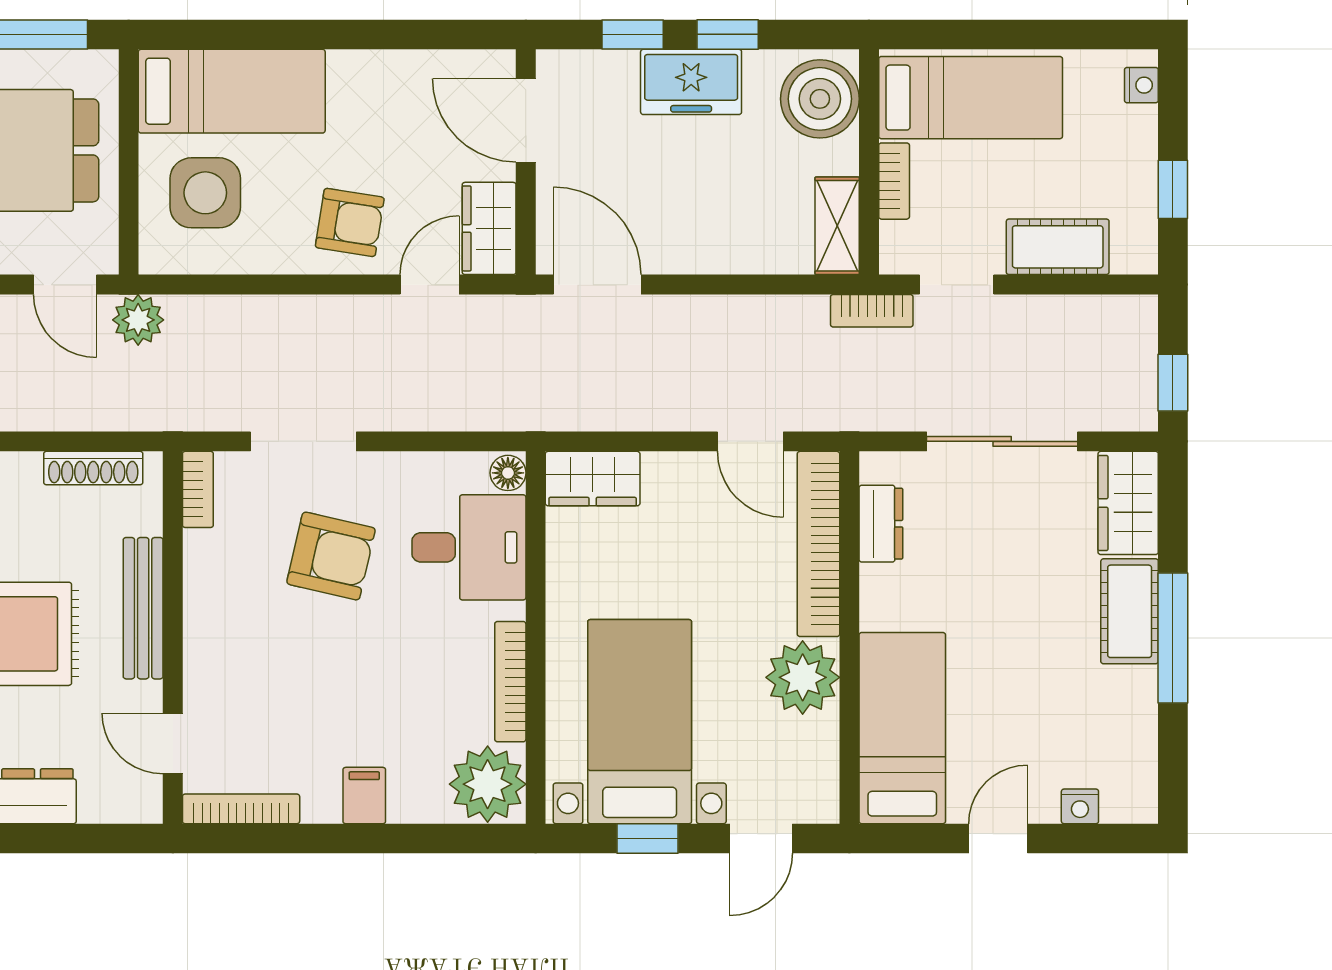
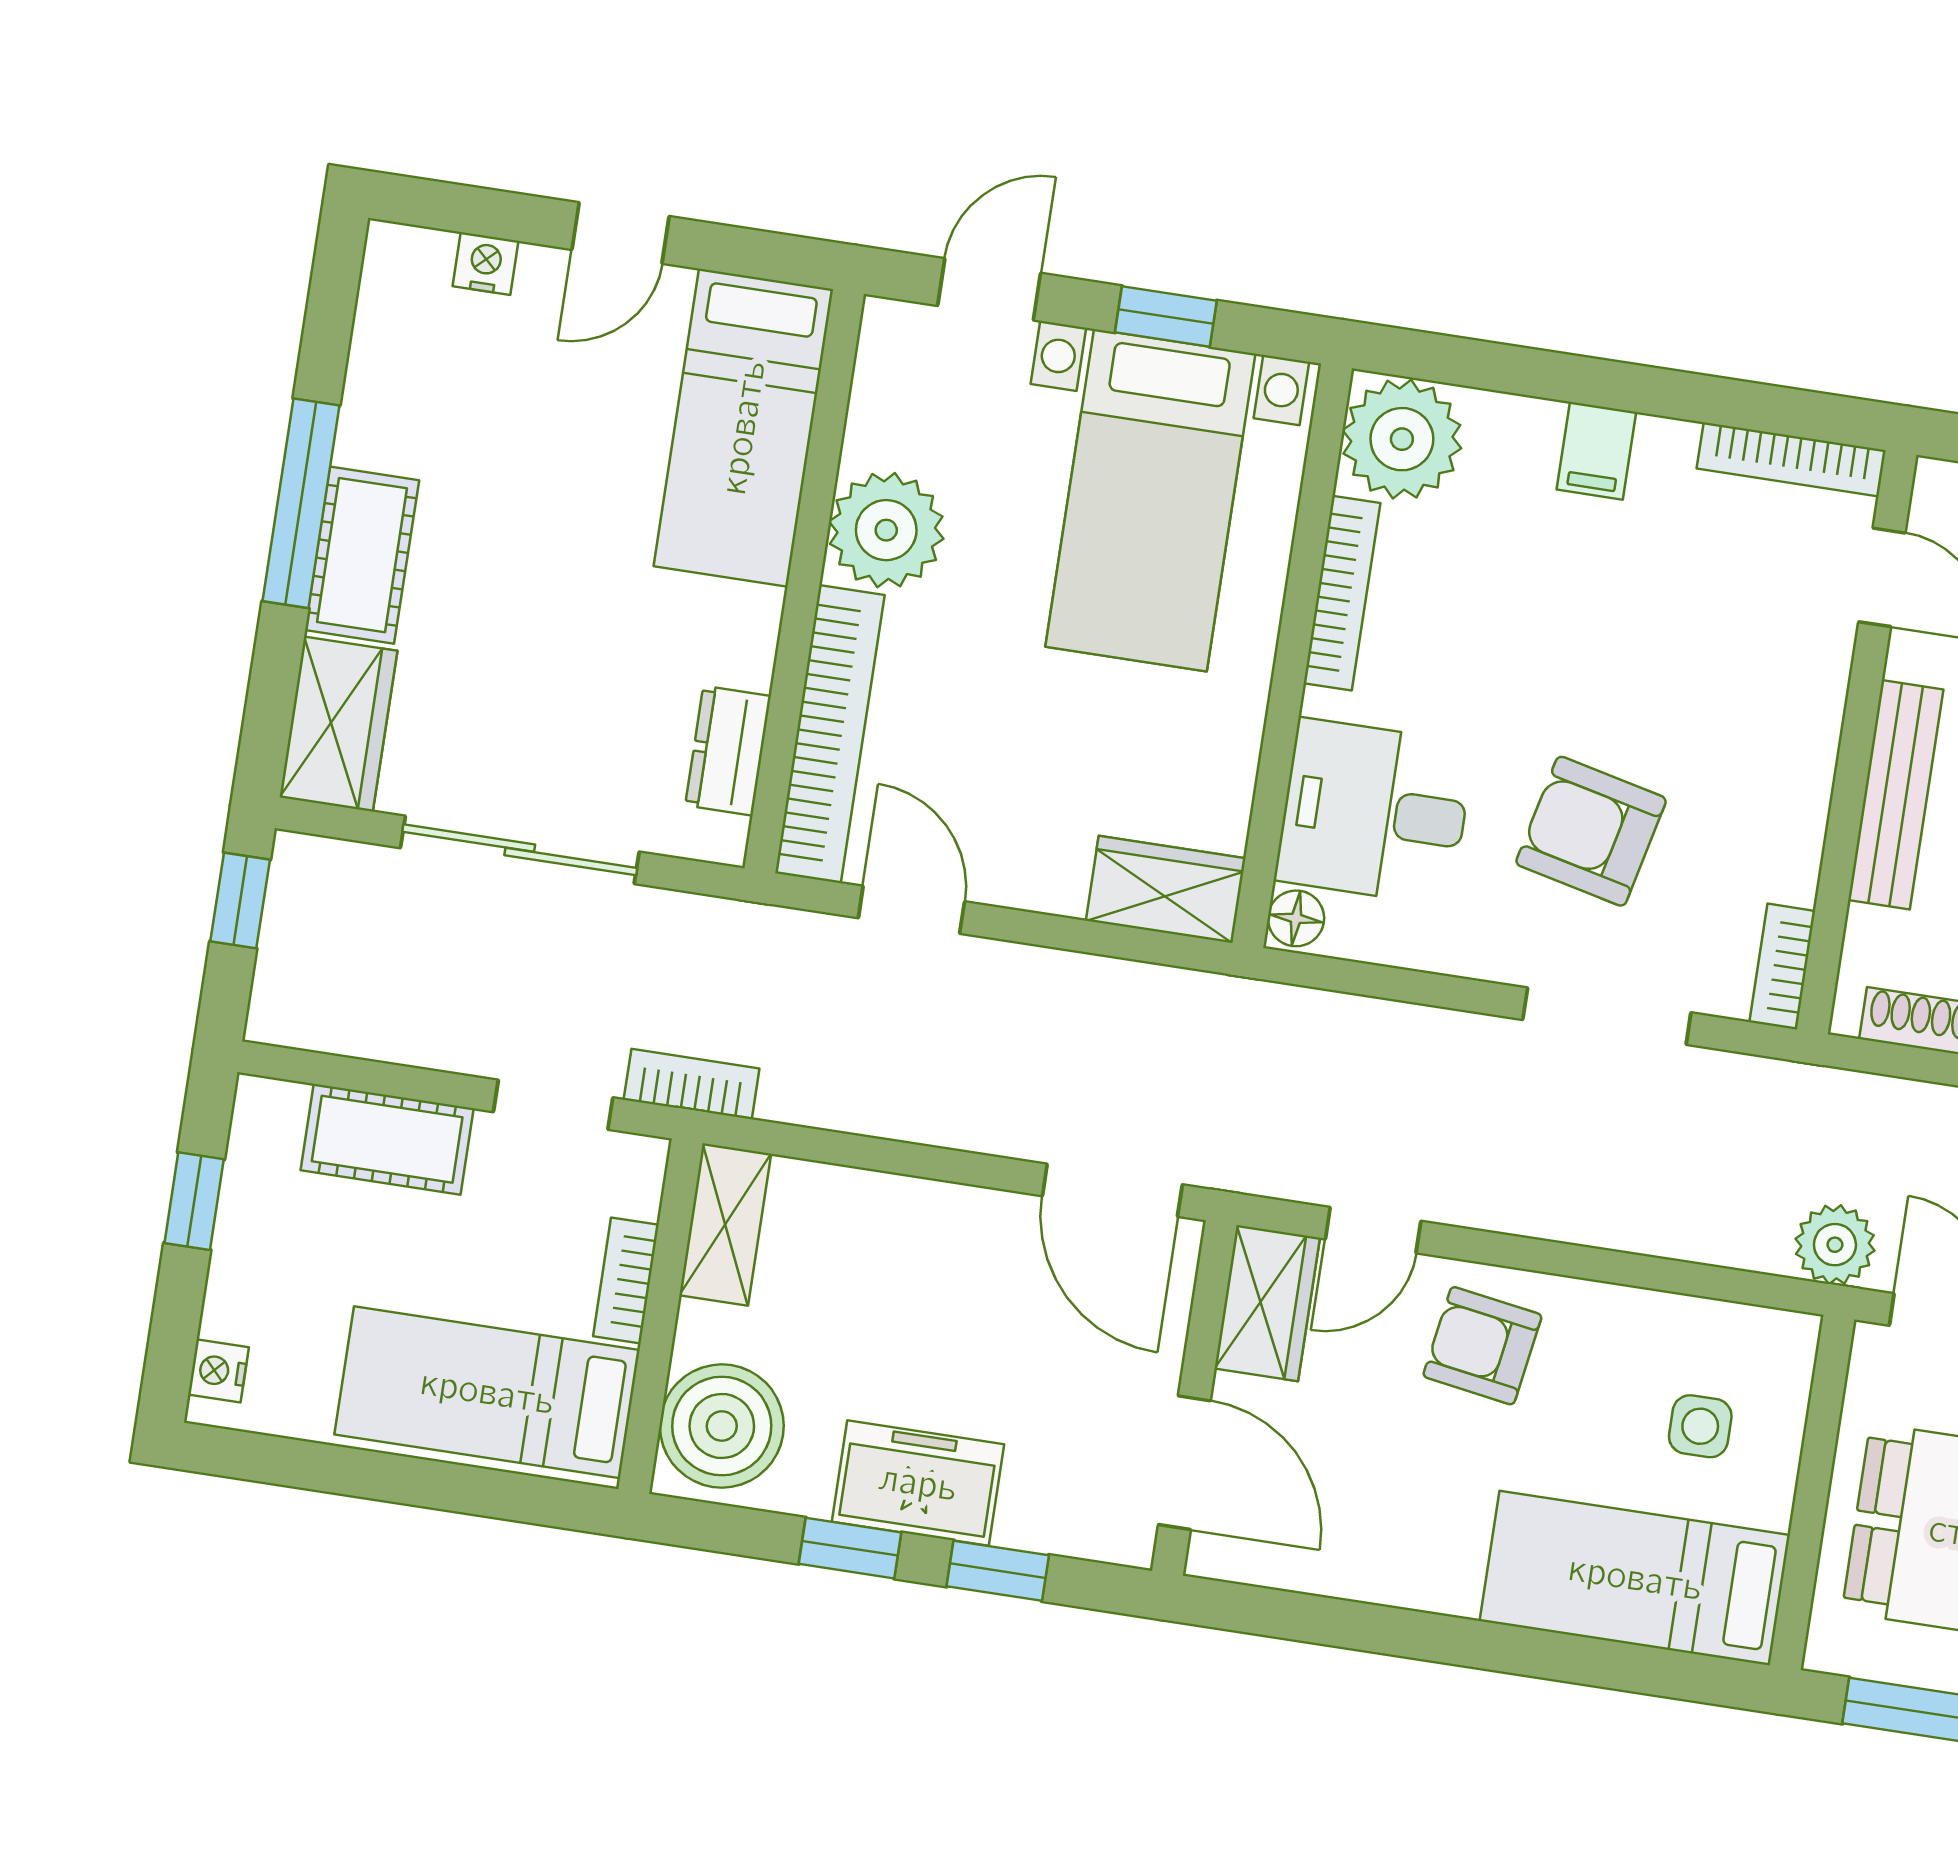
side table: (205, 193) -> (1700, 1426), width x0.54, depth x0.54

